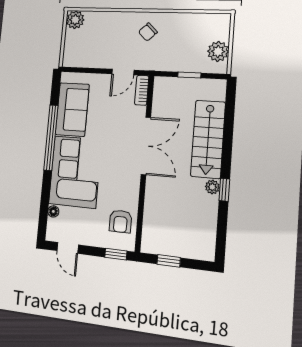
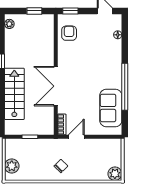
plant: (218, 51) -> (12, 166), moved
corner sofa: (75, 172) -> (105, 64), removed
plant: (212, 187) -> (9, 24), moved

